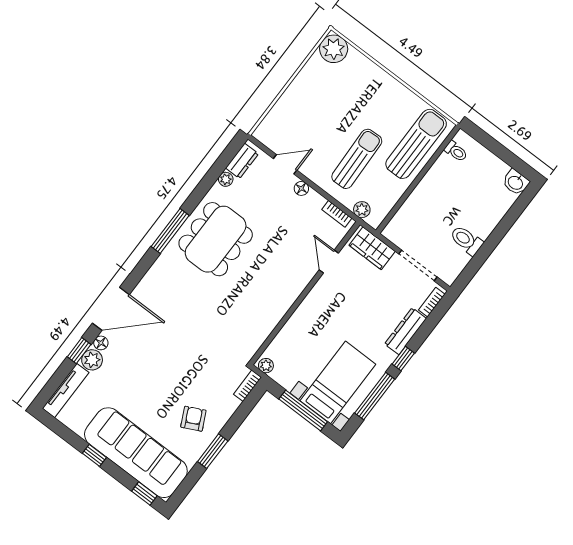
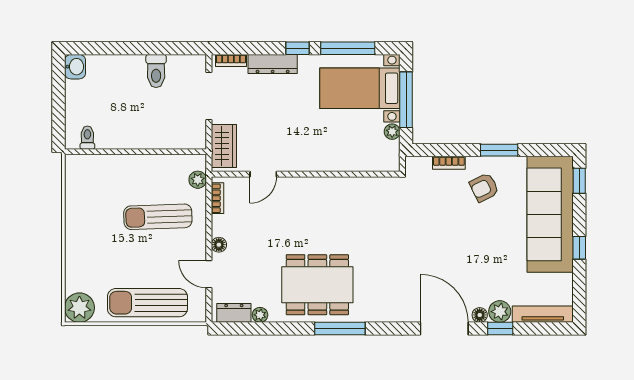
sun lounger: (416, 144) -> (147, 303), moved
plant: (266, 366) -> (392, 132), moved
bookcase: (248, 386) -> (449, 163), moved

